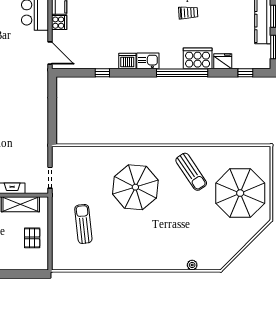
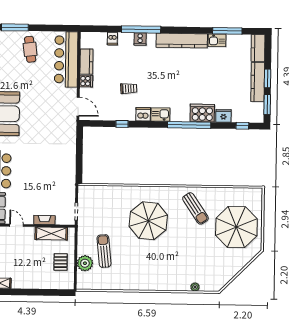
trolley: (188, 13) -> (129, 89), moved
plant: (61, 239) -> (85, 263), added

